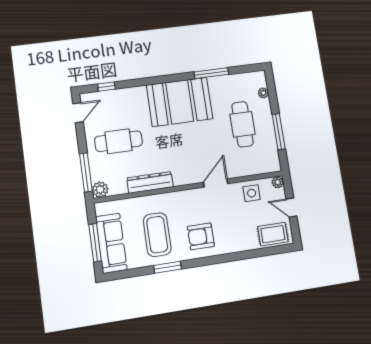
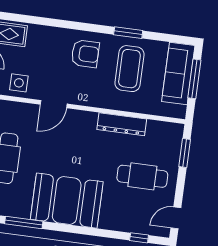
window: (86, 172) -> (185, 153), width x0.69
plant: (100, 190) -> (175, 131), removed

